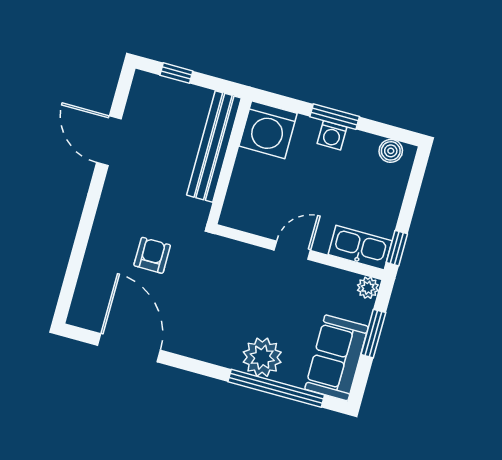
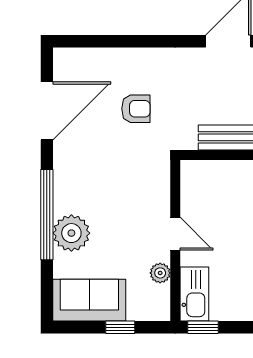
plant: (368, 288) -> (160, 273), moved
window: (373, 334) -> (120, 327), width x0.67
window: (276, 388) -> (47, 215), moved

